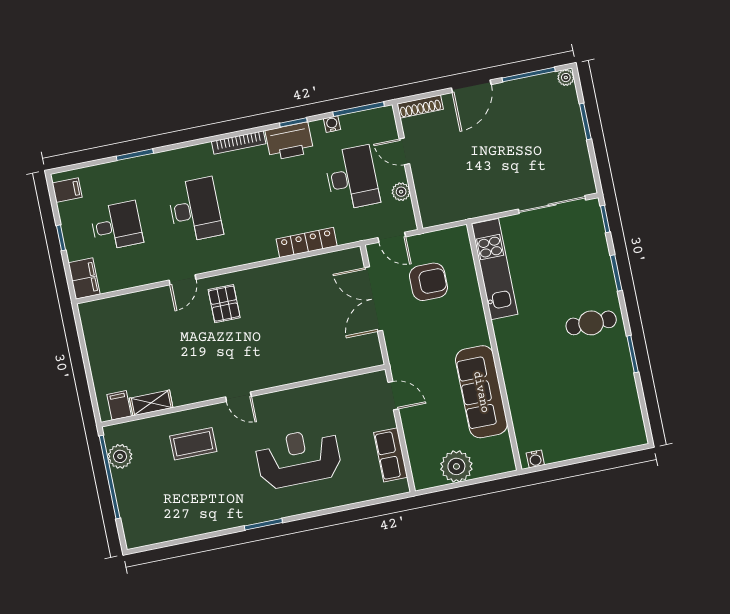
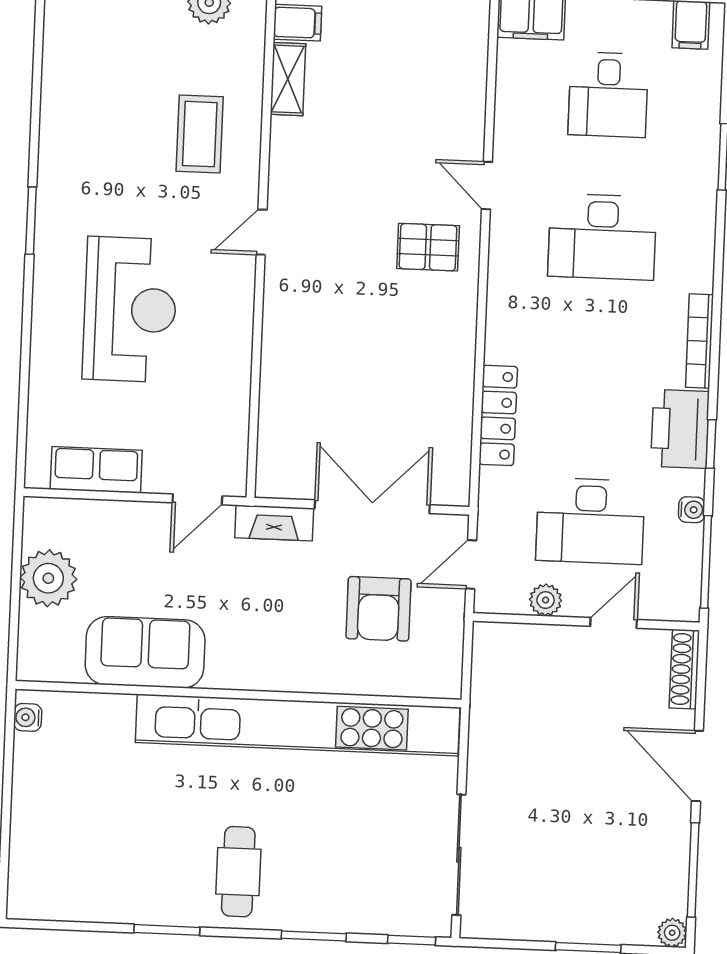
kitchen unit: (495, 269) -> (298, 725), width x1.86
fireplace: (396, 350) -> (274, 523), added
sofa: (481, 392) -> (145, 652), width x0.73

